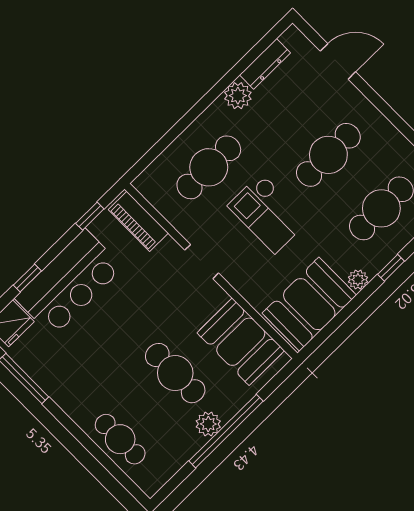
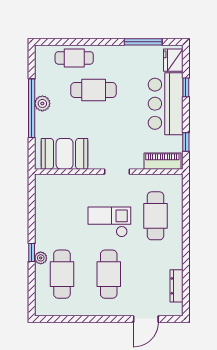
plant: (238, 96) -> (174, 260), removed
plant: (358, 280) -> (41, 258), moved
booth: (309, 304) -> (51, 200), removed
cafe table: (175, 373) -> (94, 90), moved

